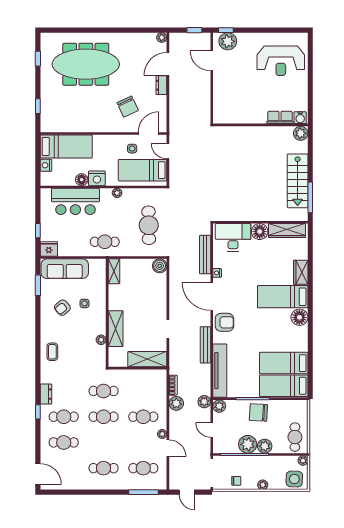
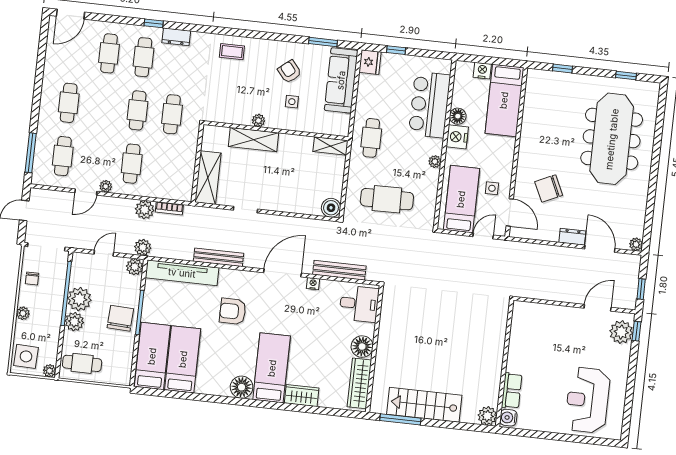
desk: (233, 237) -> (359, 304), width x0.73
armchair: (224, 322) -> (233, 311), moved, turned 90
plant: (101, 340) -> (258, 120), moved

